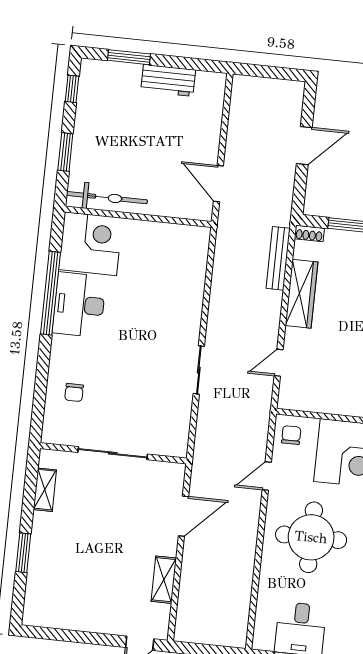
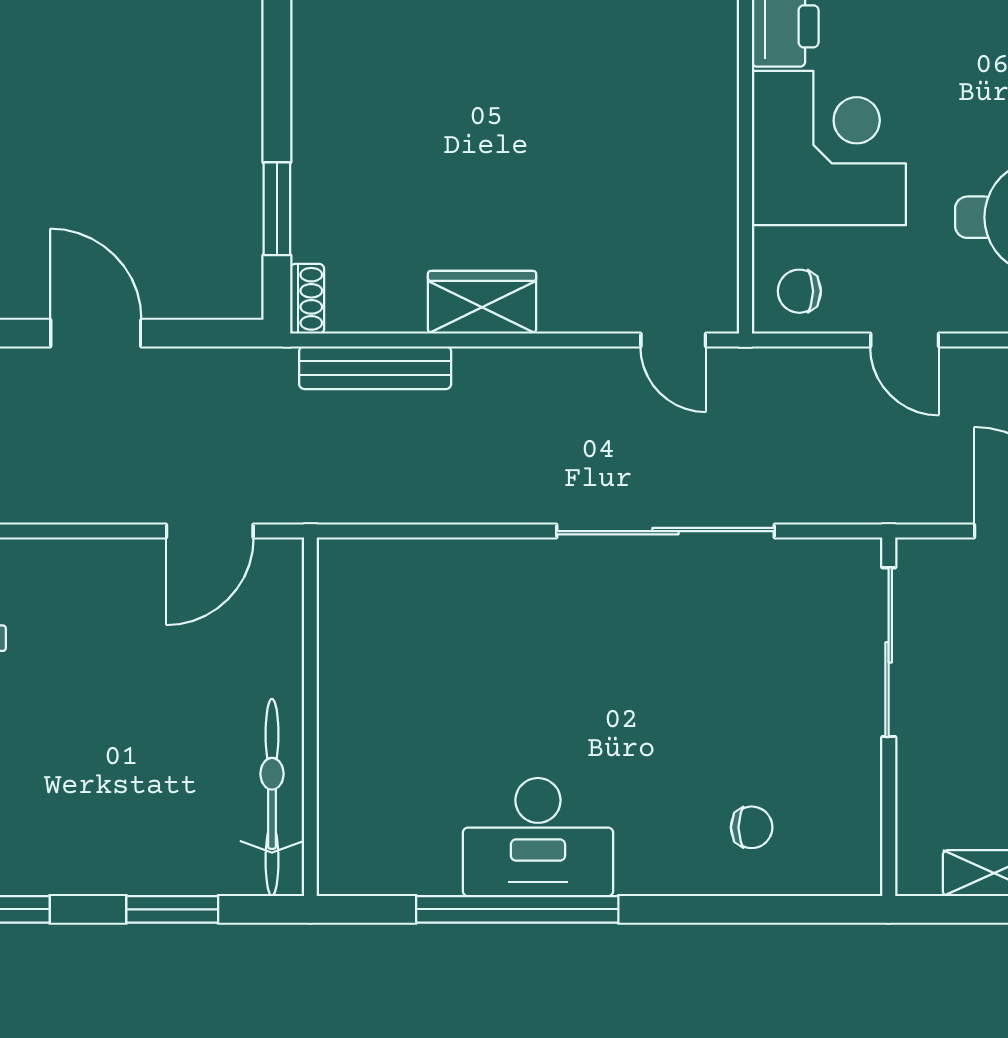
corner desk: (90, 244) -> (388, 825), removed
wardrobe: (301, 294) -> (482, 302), width x0.67
door: (279, 363) -> (673, 340), moved
sliding door: (199, 370) -> (665, 531), width x1.86
sliding door: (113, 453) -> (889, 652), moved

